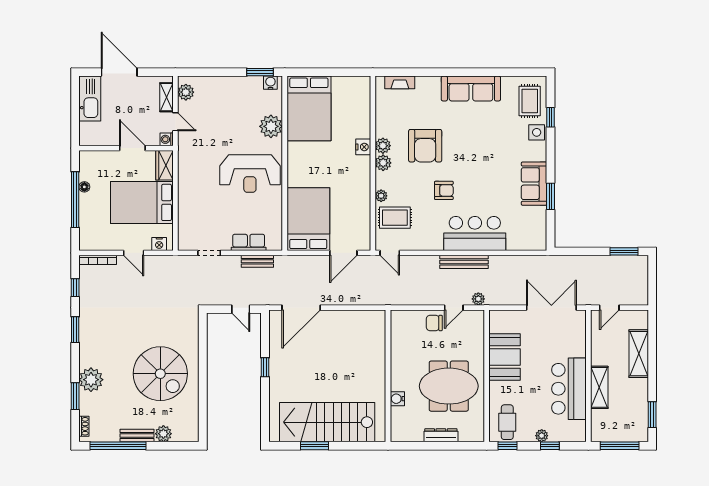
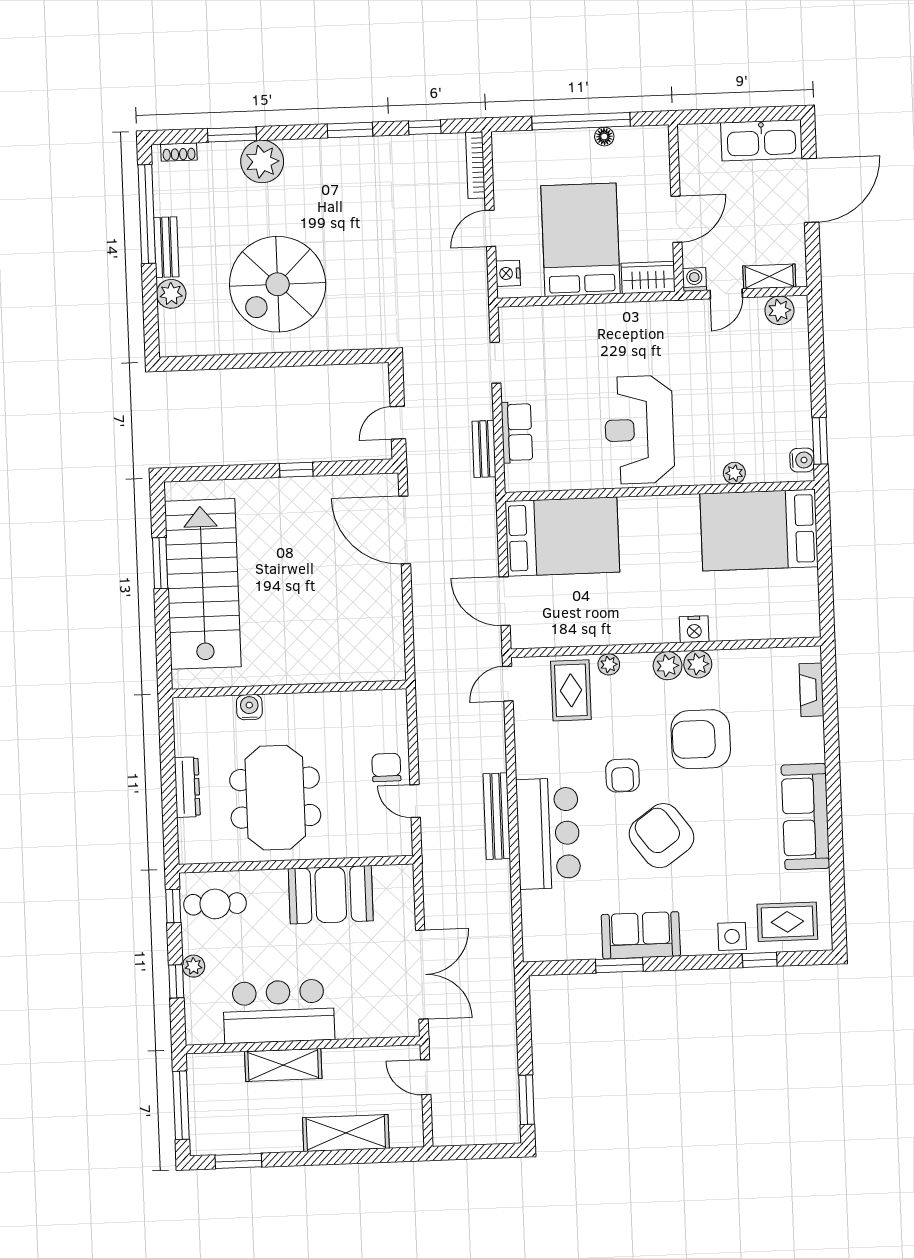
plant: (271, 126) -> (734, 473), width x0.53, depth x0.53
armchair: (478, 170) -> (661, 836), added
plant: (478, 299) -> (432, 844), removed

